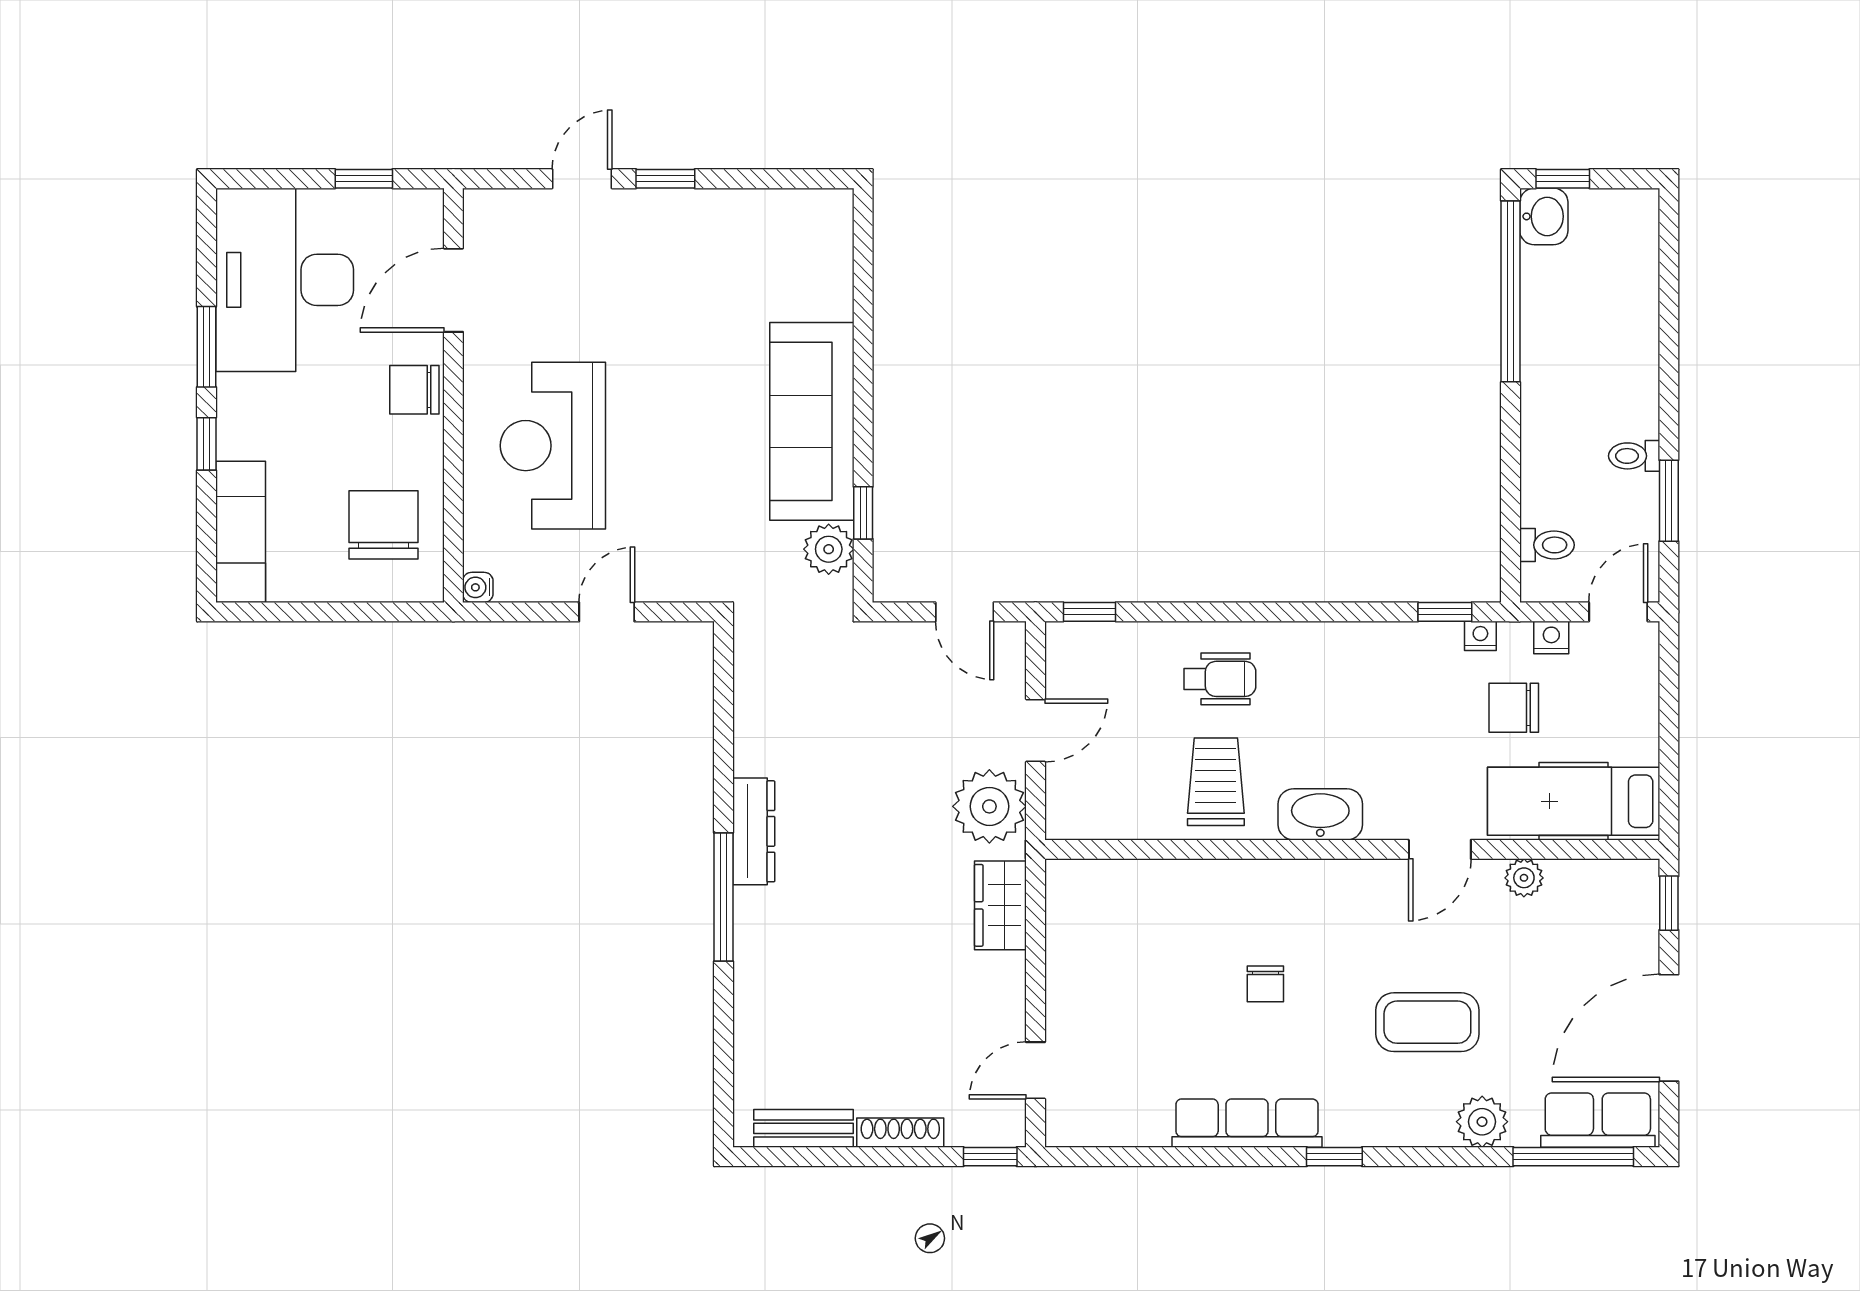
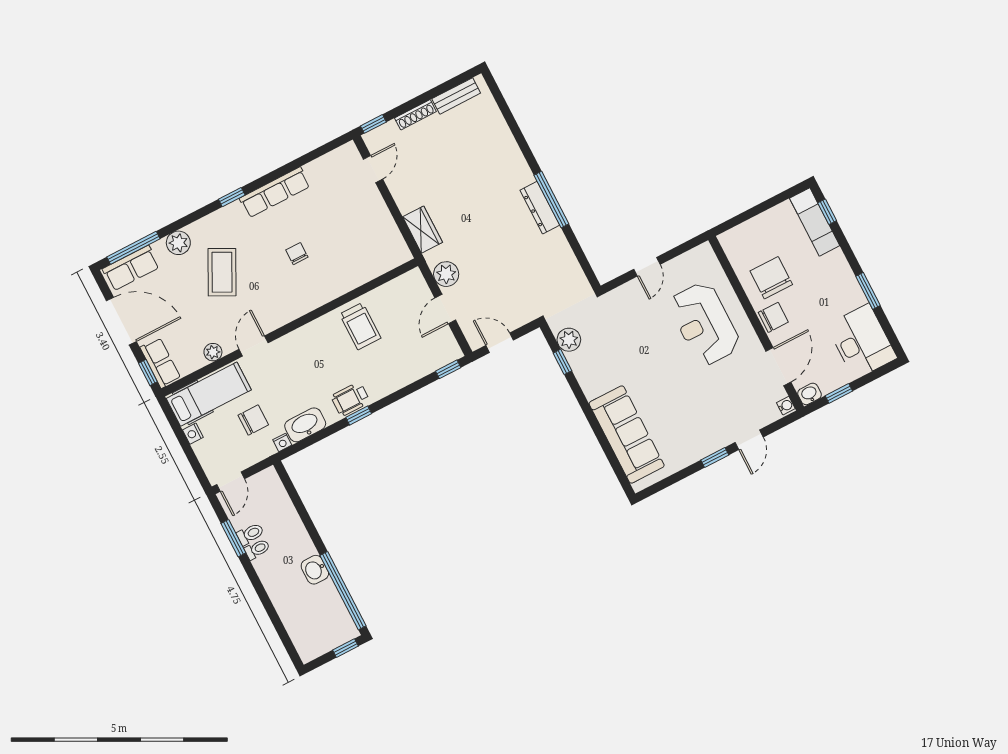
washbasin: (421, 207) -> (809, 394), added
washbasin: (1544, 216) -> (315, 570), moved
desk: (285, 280) -> (862, 342), width x0.73, depth x0.77
sofa: (812, 421) -> (627, 434), moved
window: (207, 444) -> (827, 212), moved
reception desk: (553, 446) -> (704, 324), turned 180
chair: (383, 525) -> (771, 278), moved, turned 180
toilet: (1547, 545) -> (250, 534), moved, turned 180
water cooler: (478, 587) -> (786, 406), moved
window: (1445, 612) -> (359, 416), moved
nightstand: (1551, 638) -> (193, 434), moved, turned 90
wheelchair: (1220, 679) -> (350, 399), moved
plant: (989, 806) -> (446, 274), width x0.73, depth x0.73
washbasin: (1320, 814) -> (305, 425), moved, turned 180
window: (723, 897) -> (551, 200), moved
row of seats: (1635, 909) -> (160, 363), added
coffee table: (1427, 1022) -> (222, 272), turned -63
door: (1669, 1028) -> (121, 321), hinge flipped

